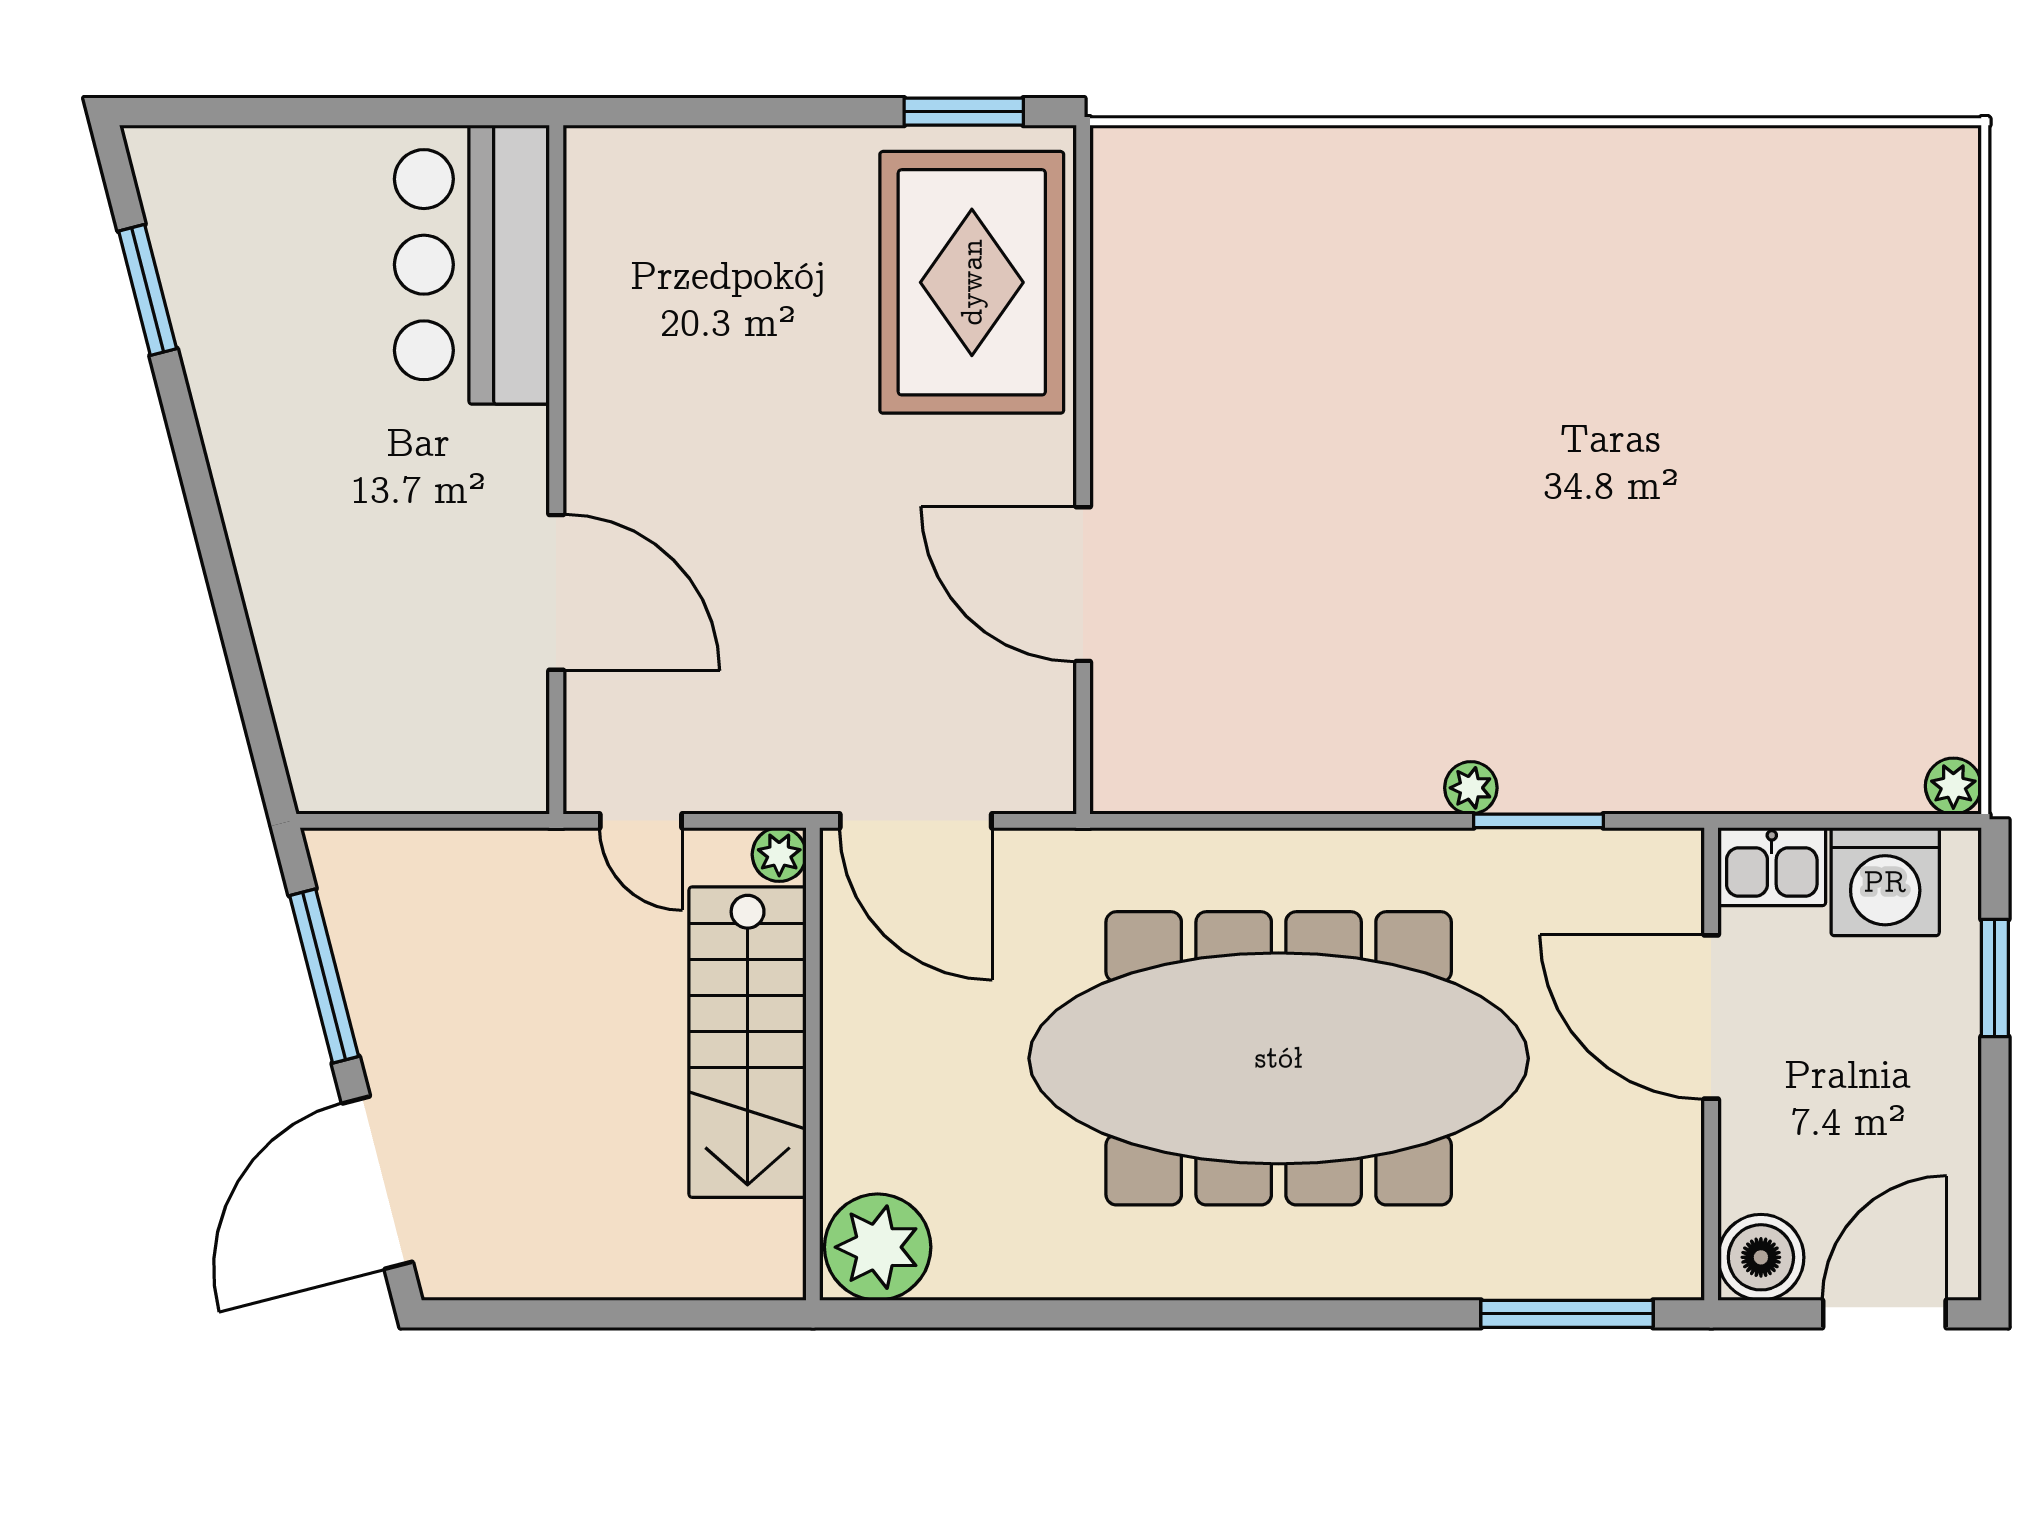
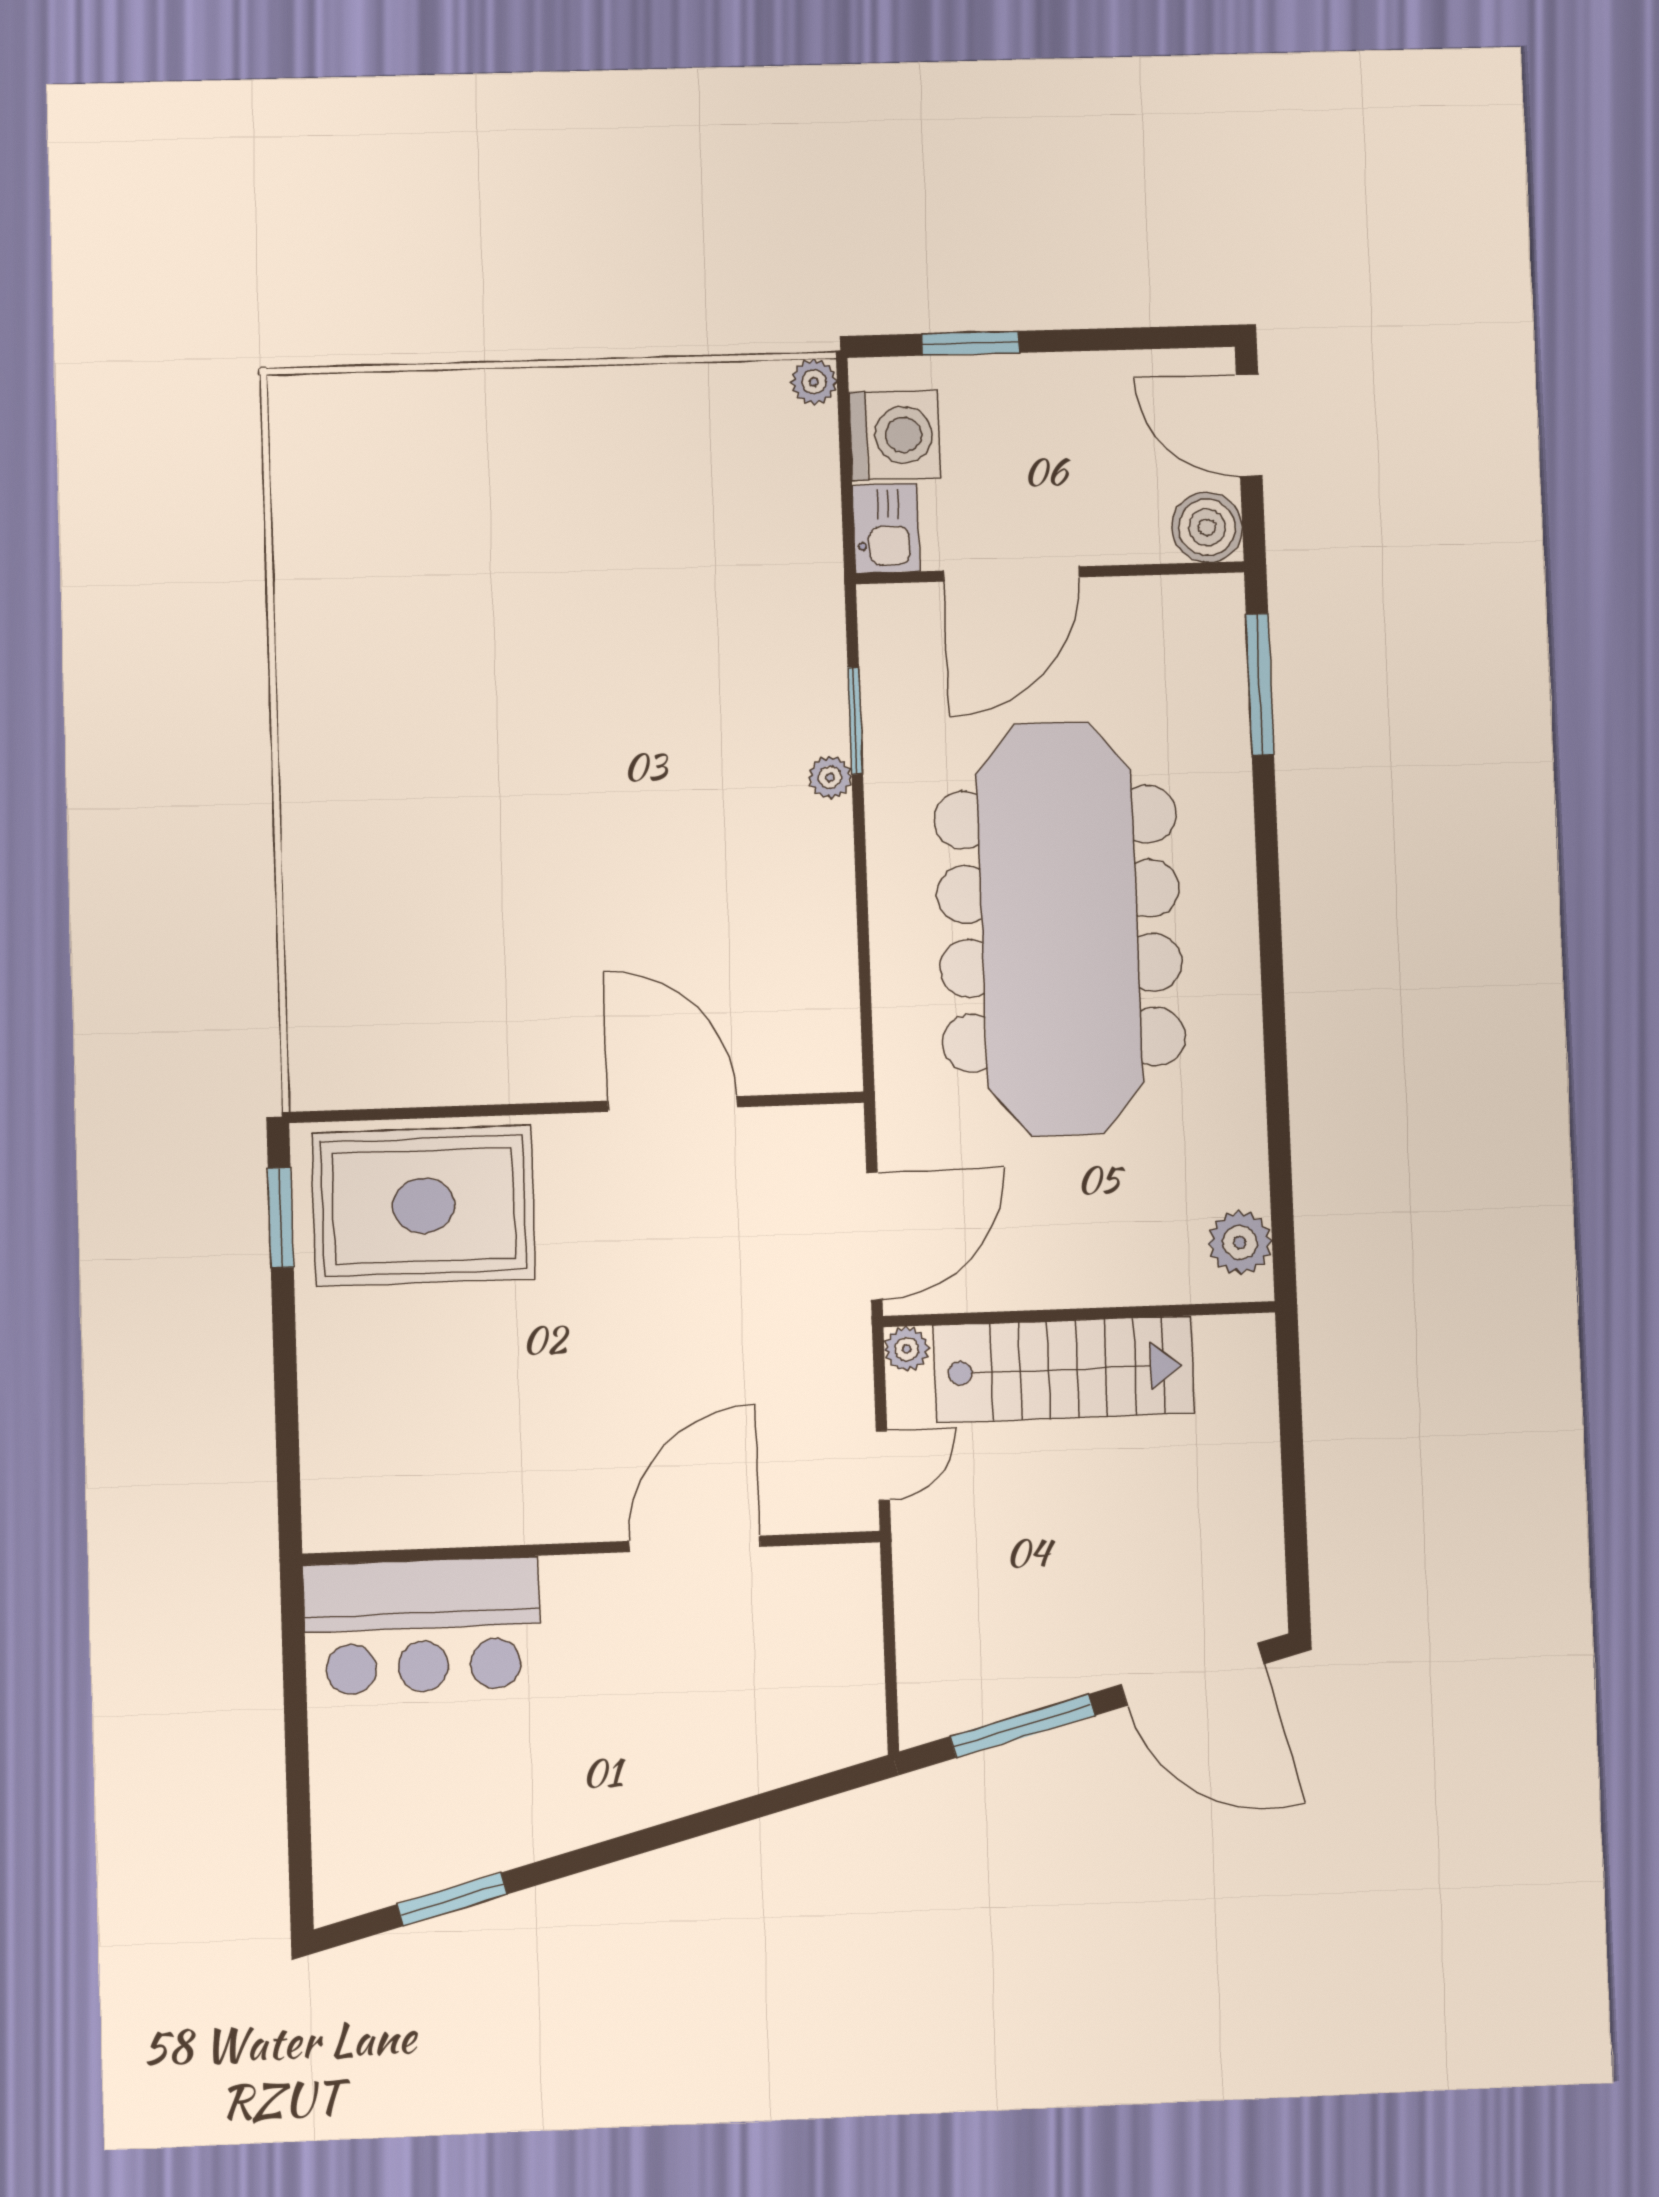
door: (1083, 584) -> (672, 1104), swing flipped
plant: (878, 1247) -> (1240, 1243), width x0.73, depth x0.73

